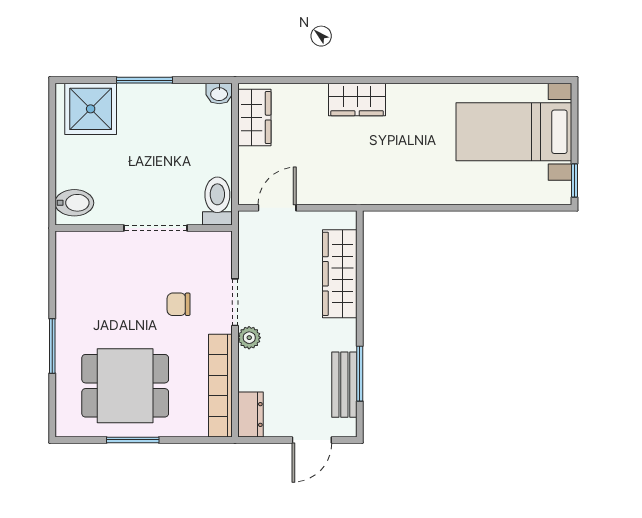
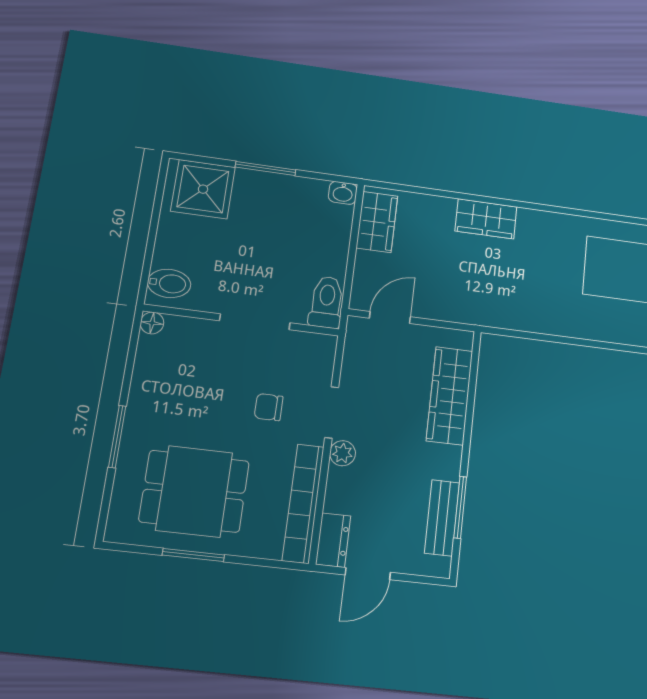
floor lamp: (65, 241) -> (152, 323), added
door: (312, 440) -> (368, 574), moved

